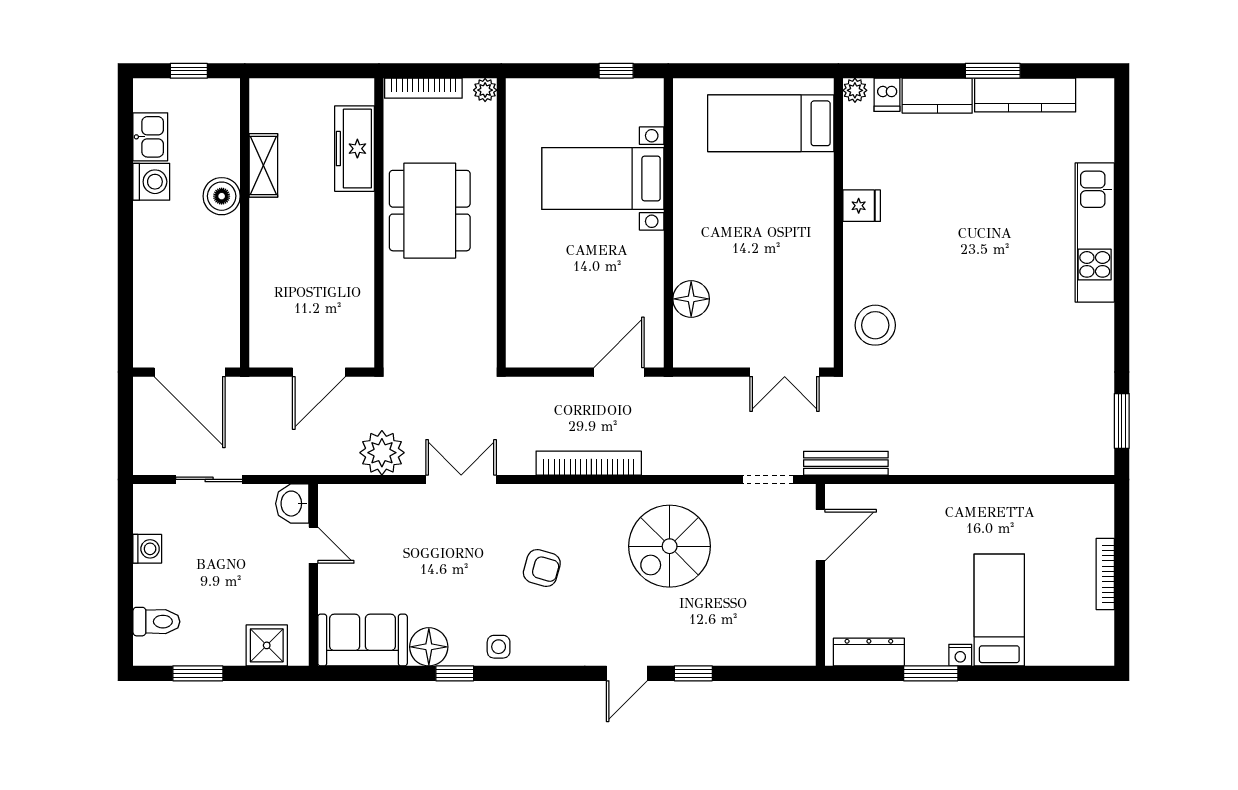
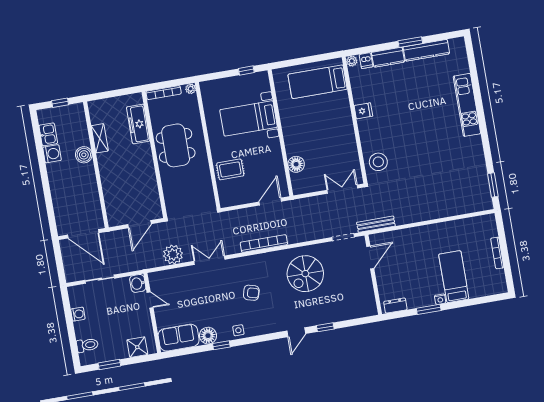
rug: (542, 285) -> (230, 169), added
double door: (785, 372) -> (342, 189), swing flipped
dresser: (869, 652) -> (395, 306), width x0.70

